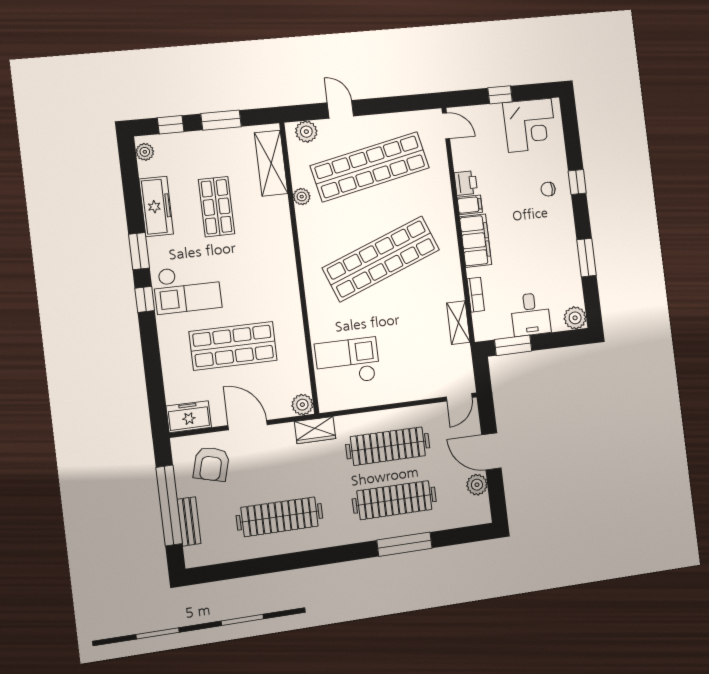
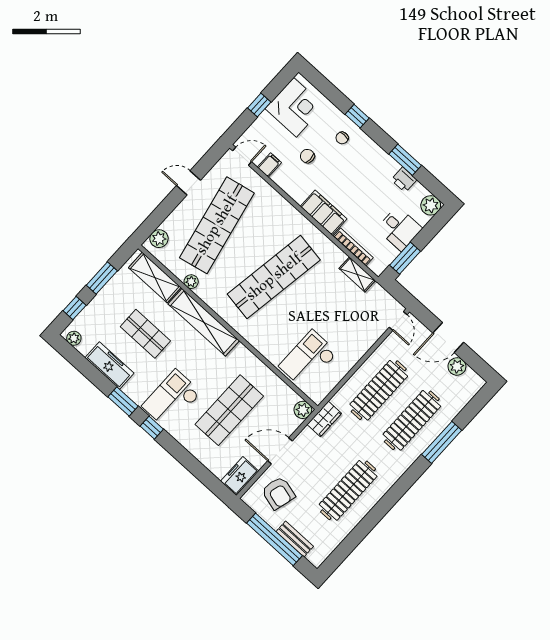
door: (340, 109) -> (188, 183), moved
chair: (504, 178) -> (307, 156), added
printer: (466, 183) -> (404, 180), moved, turned 180
filing cabinet: (470, 205) -> (269, 165), moved
shelving: (281, 244) -> (204, 322), added
shop shelf: (381, 259) -> (274, 277), turned 30
checkout: (187, 289) -> (171, 399), turned 180
bookcase: (476, 295) -> (353, 247), width x1.56

